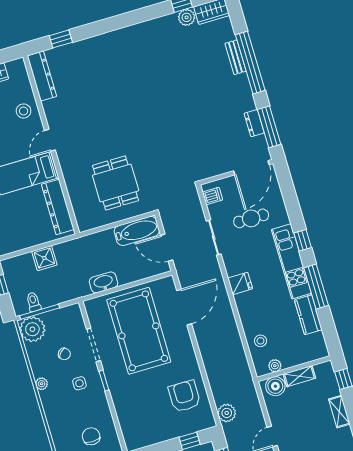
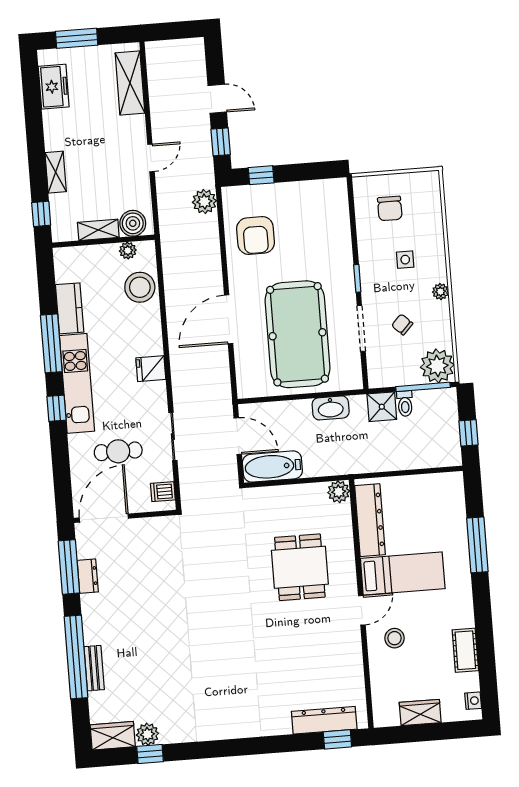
window: (61, 39) -> (337, 739), moved
dresser: (42, 76) -> (324, 720), moved, turned 90
stool: (24, 111) -> (394, 638), moved
dining table: (116, 183) -> (300, 567), moved
plant: (85, 223) -> (339, 492), added
shower: (44, 258) -> (382, 407), moved
toilet: (33, 302) -> (405, 404), moved
door: (184, 307) -> (229, 319), moved
stool: (260, 341) -> (140, 287), width x1.89, depth x1.89
side table: (79, 383) -> (405, 260), moved

